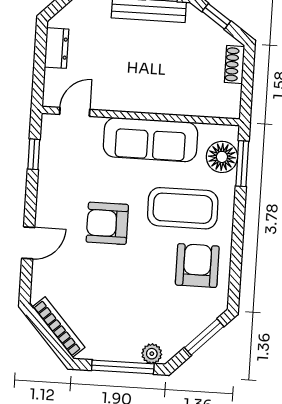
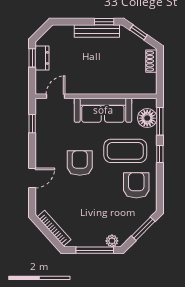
window: (40, 47) -> (32, 58), added
window: (239, 217) -> (160, 154), added
armchair: (107, 223) -> (80, 163), turned 90

